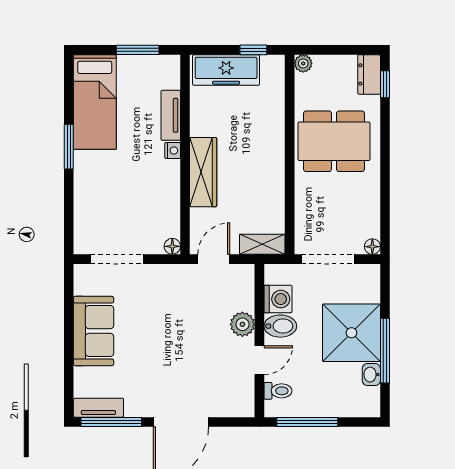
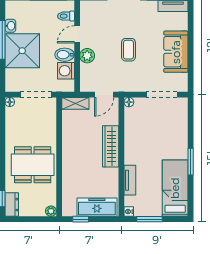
nightstand: (173, 150) -> (129, 212), moved
coffee table: (173, 334) -> (128, 50), added

